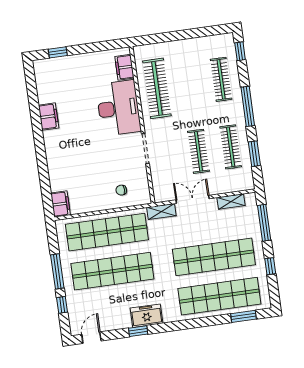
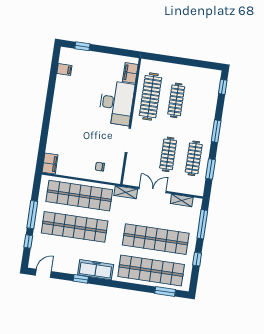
clothes rail: (221, 79) -> (176, 100), moved
window: (248, 106) -> (216, 131), width x0.69
filing cabinet: (49, 117) -> (64, 70), moved, width x0.50
freezer: (147, 316) -> (96, 270), width x1.40

